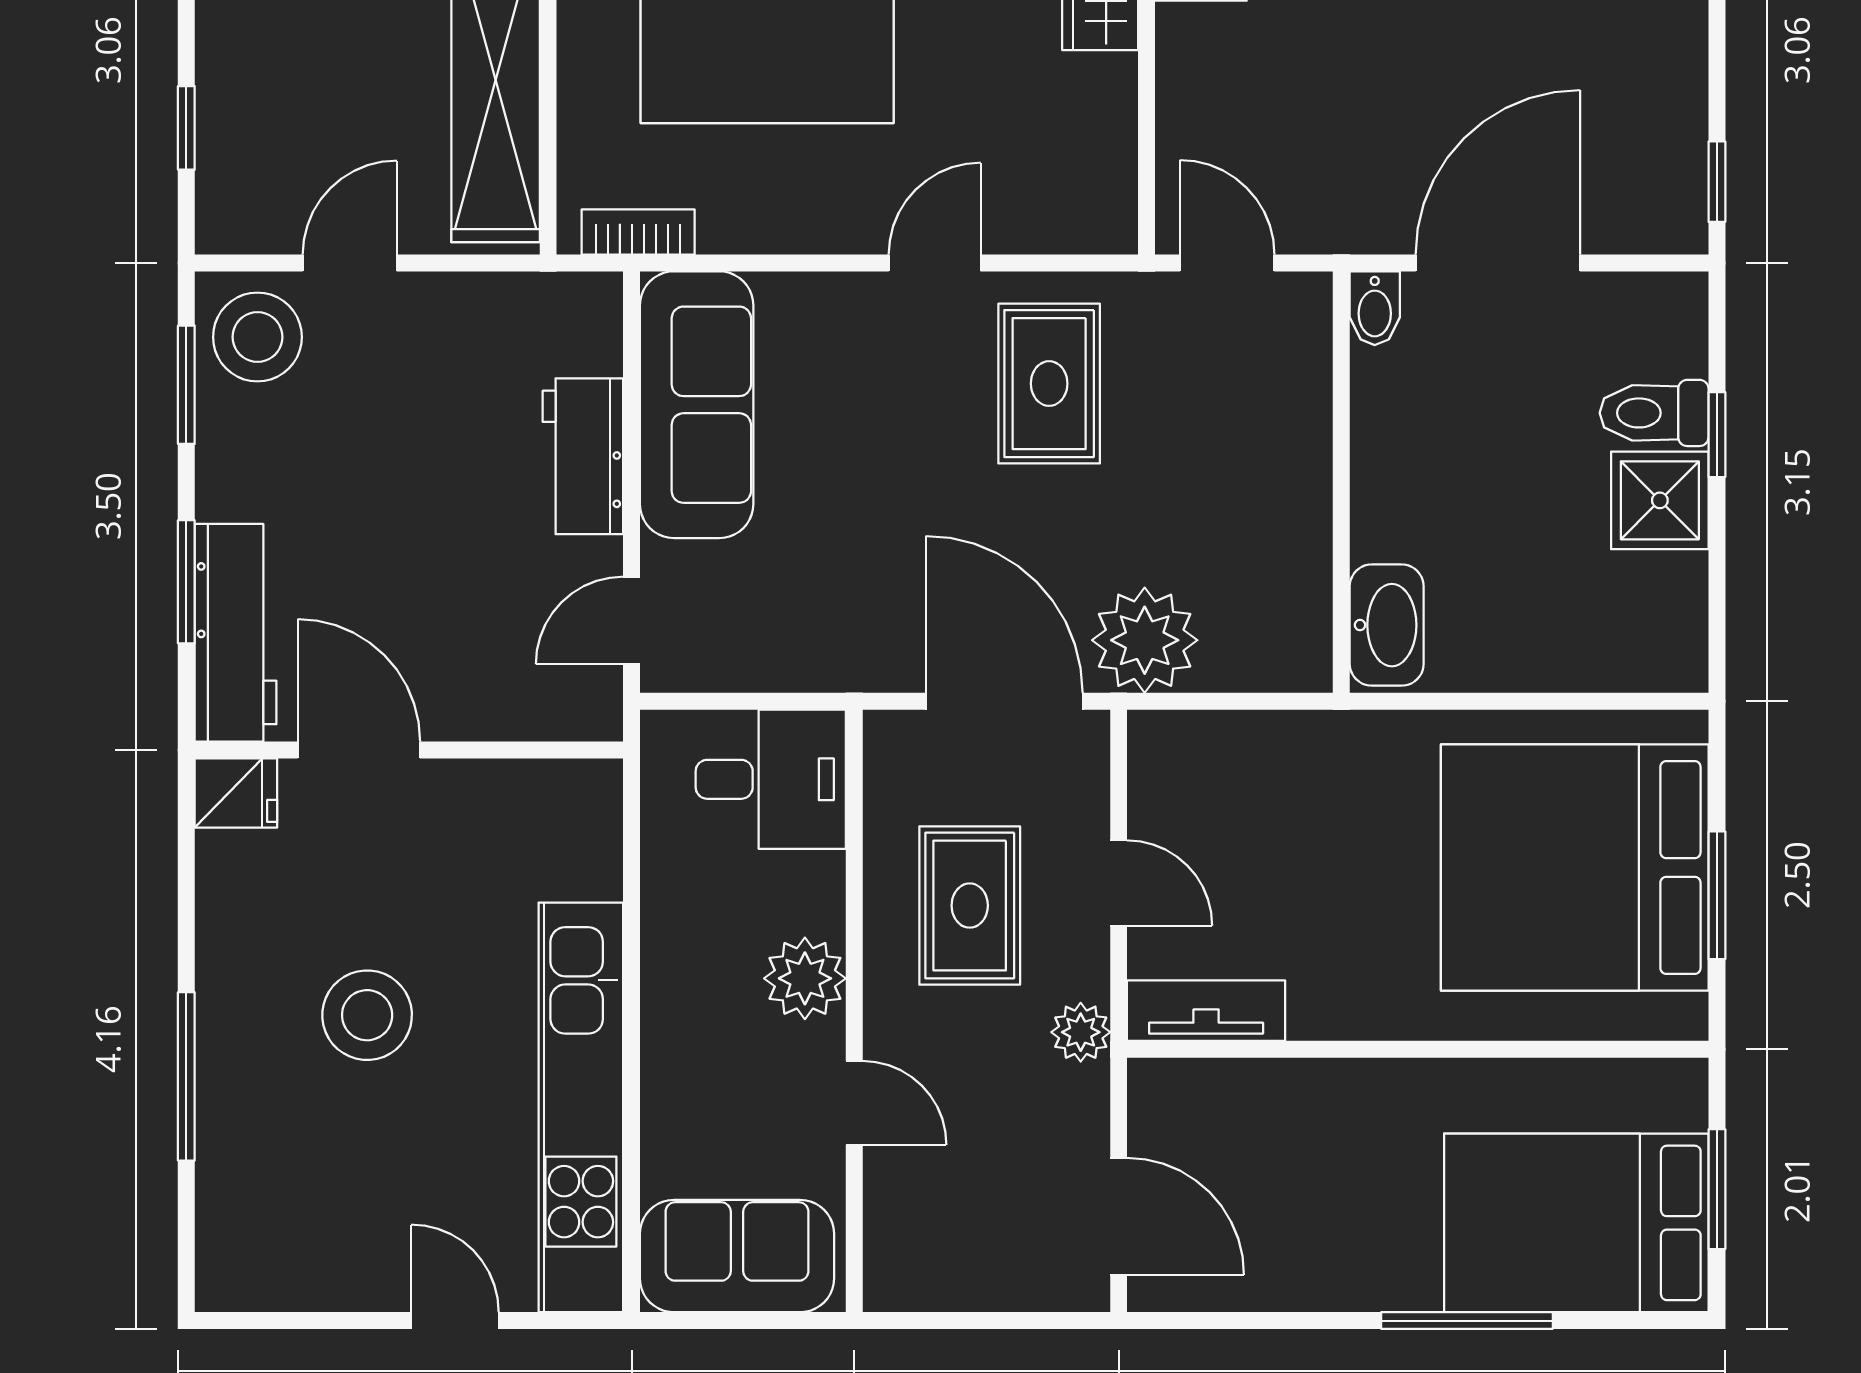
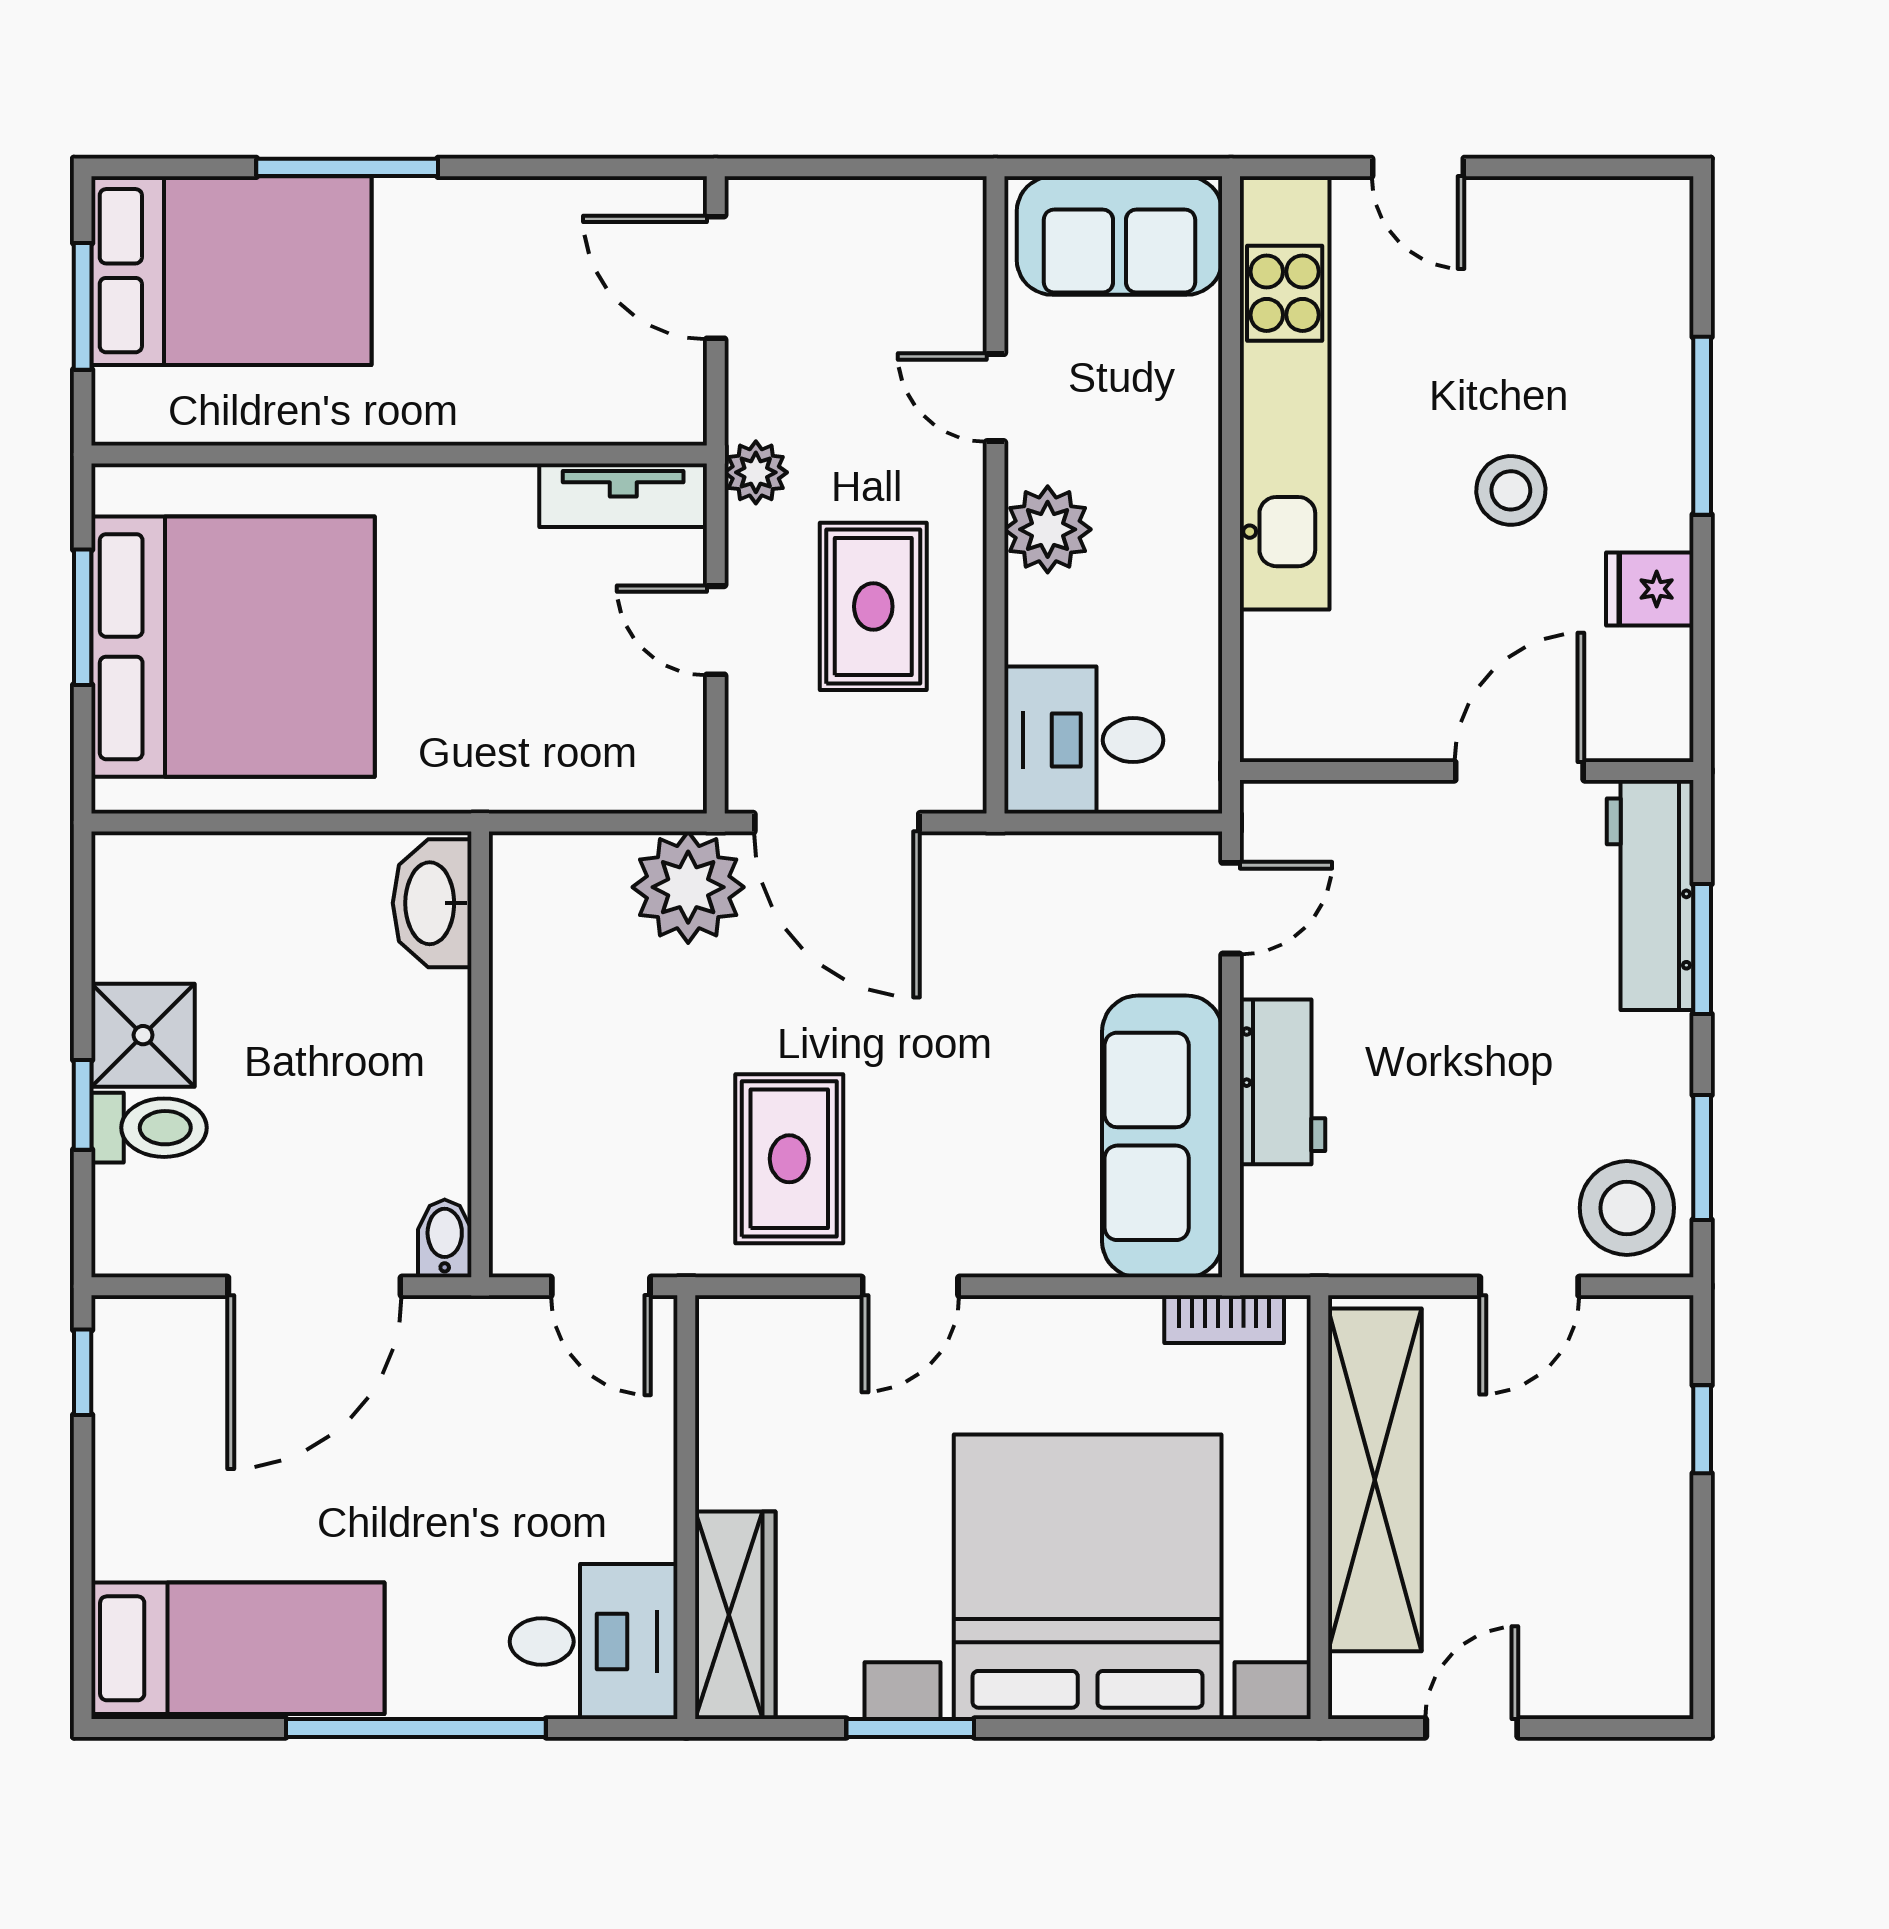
door: (359, 750) -> (1519, 771), swing flipped
fridge: (236, 793) -> (1650, 589), moved
stool: (367, 1015) -> (1511, 490), width x0.73, depth x0.73

